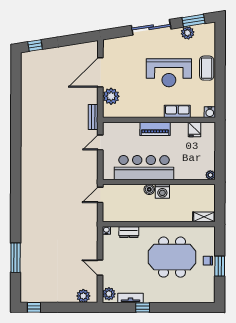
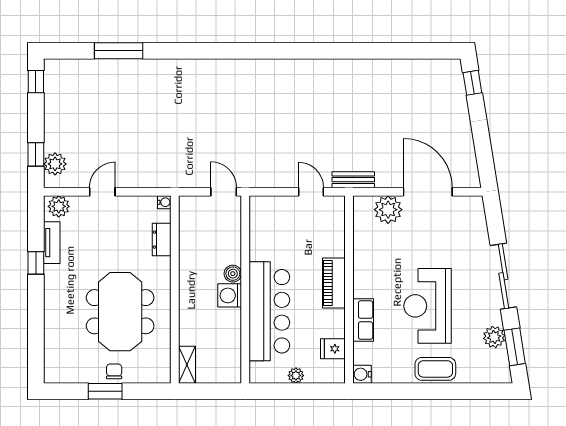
bar counter: (144, 168) -> (269, 311), moved
plant: (210, 175) -> (296, 376), moved
window: (78, 307) -> (36, 154), added

